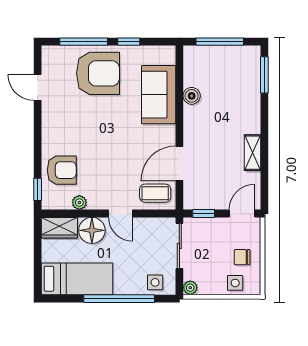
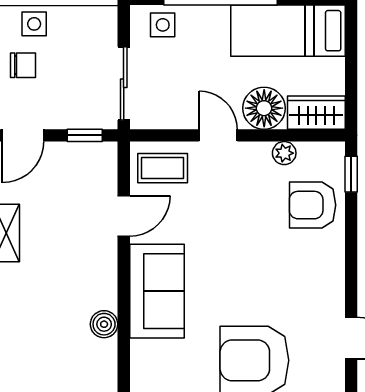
sofa: (159, 95) -> (157, 291), moved
door: (179, 163) -> (124, 216), width x0.73
plant: (190, 288) -> (106, 16), removed

